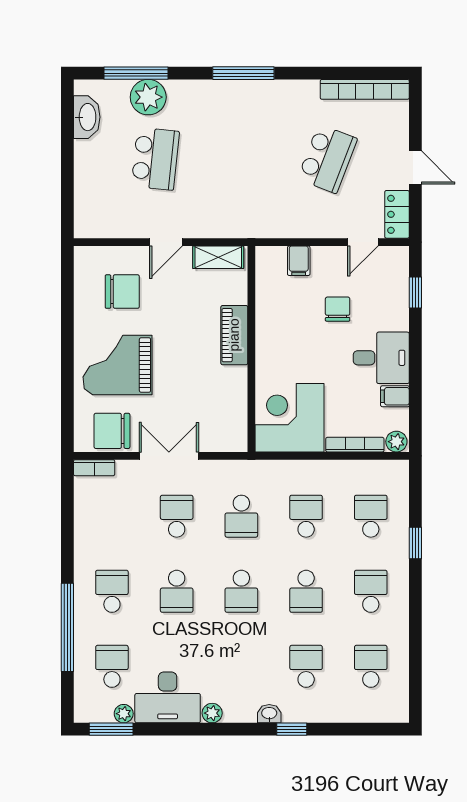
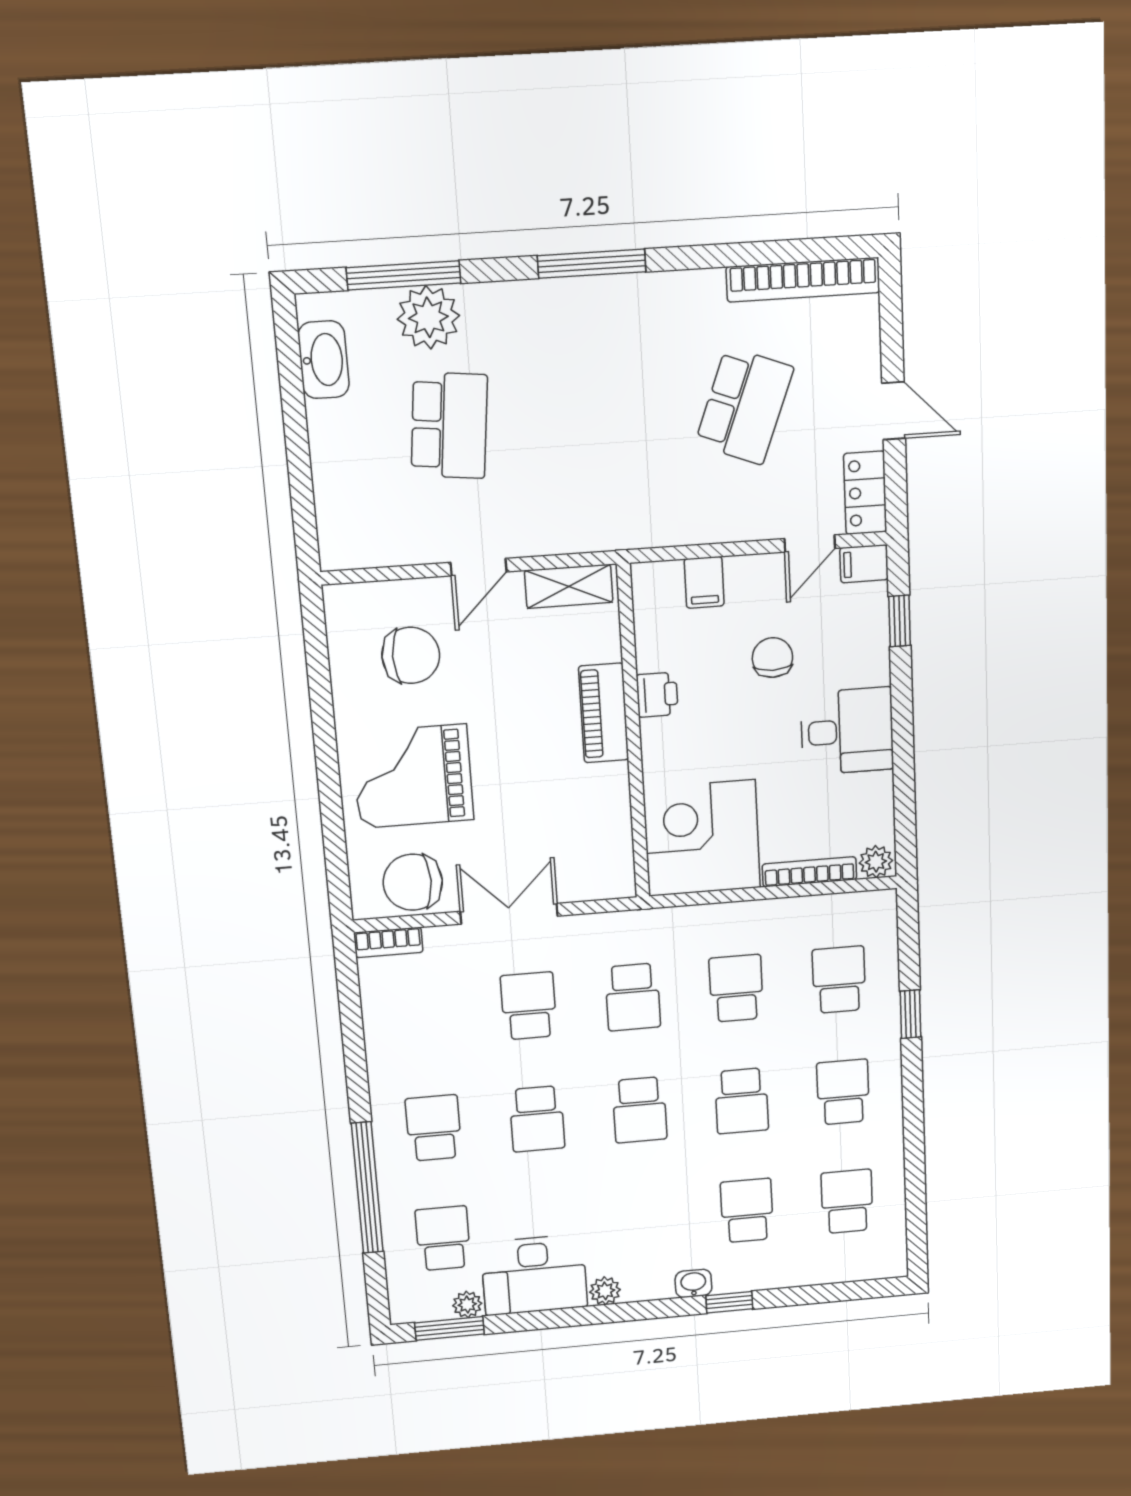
printer: (267, 326) -> (657, 695), added
filing cabinet: (395, 396) -> (864, 564), moved

